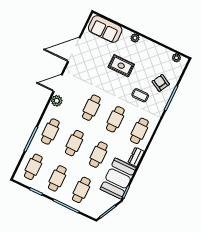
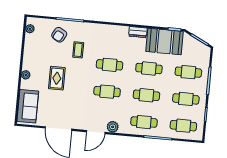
door: (58, 83) -> (96, 132), hinge flipped
cafe table: (139, 131) -> (112, 38), removed

